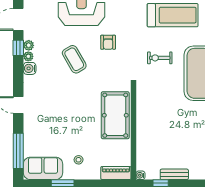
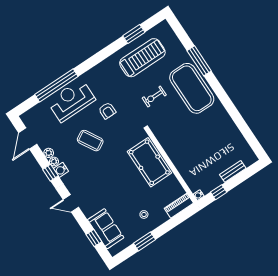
window: (18, 48) -> (50, 173), moved
window: (18, 151) -> (94, 238), width x0.46
sofa: (43, 168) -> (106, 229), moved, turned 90
bench: (174, 174) -> (233, 171), moved

